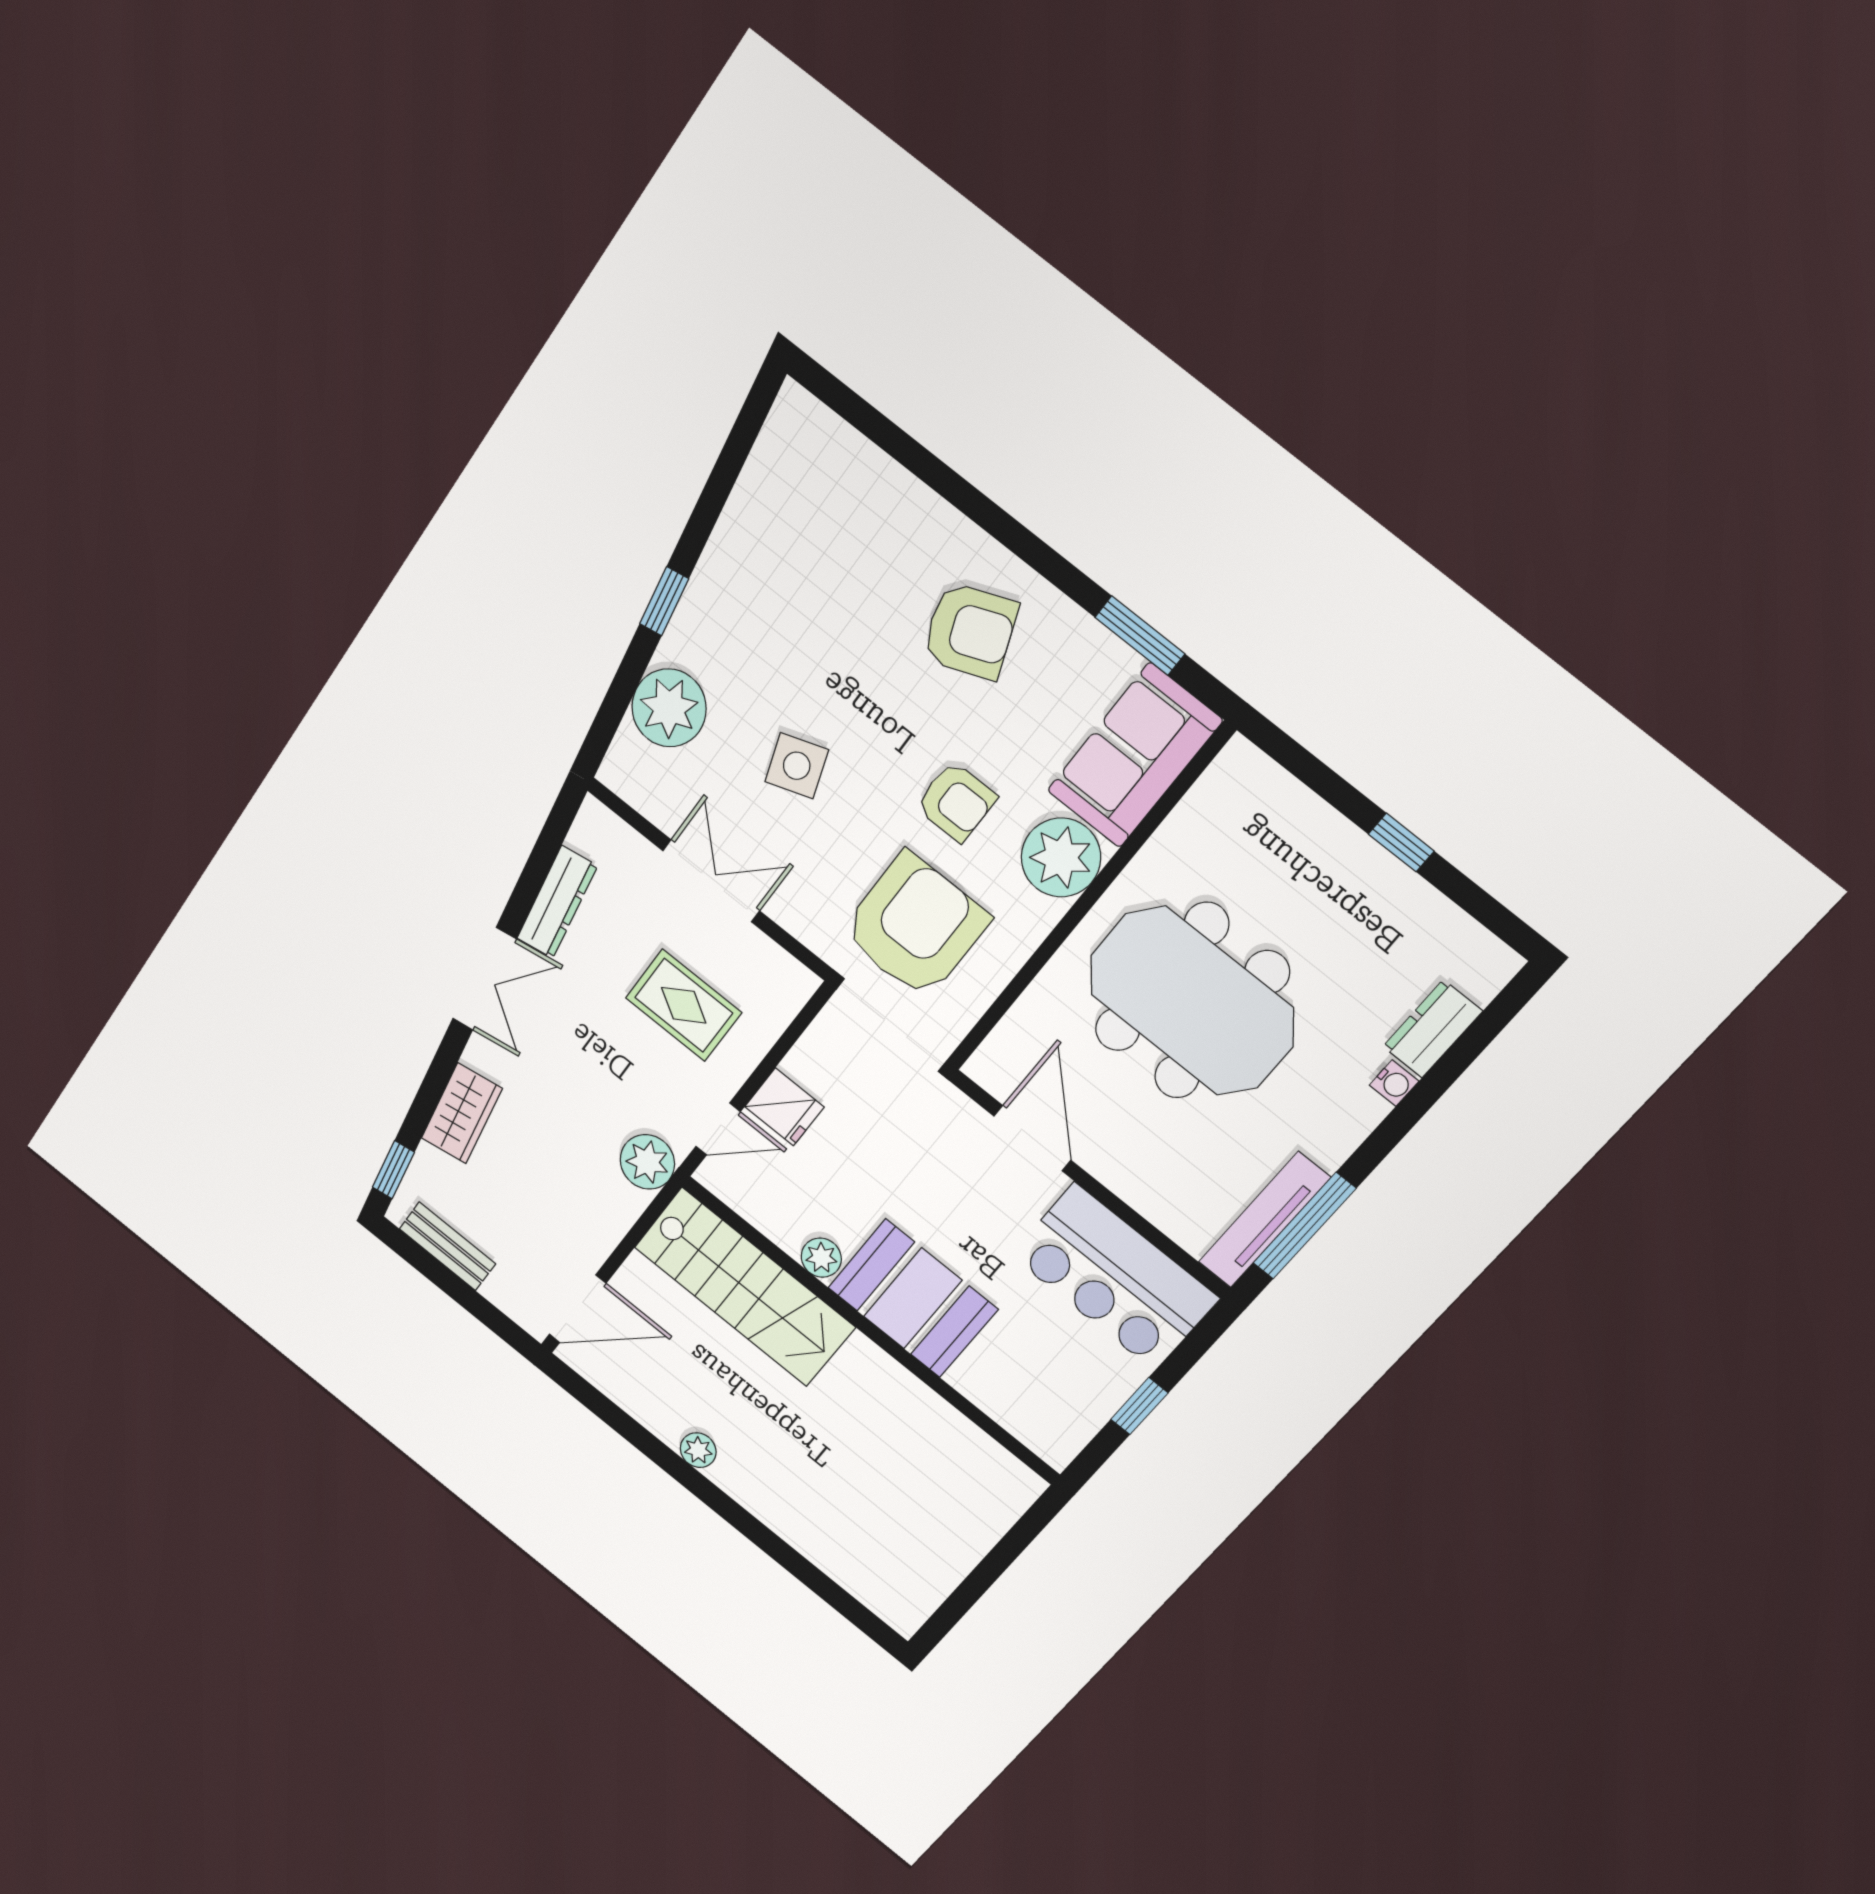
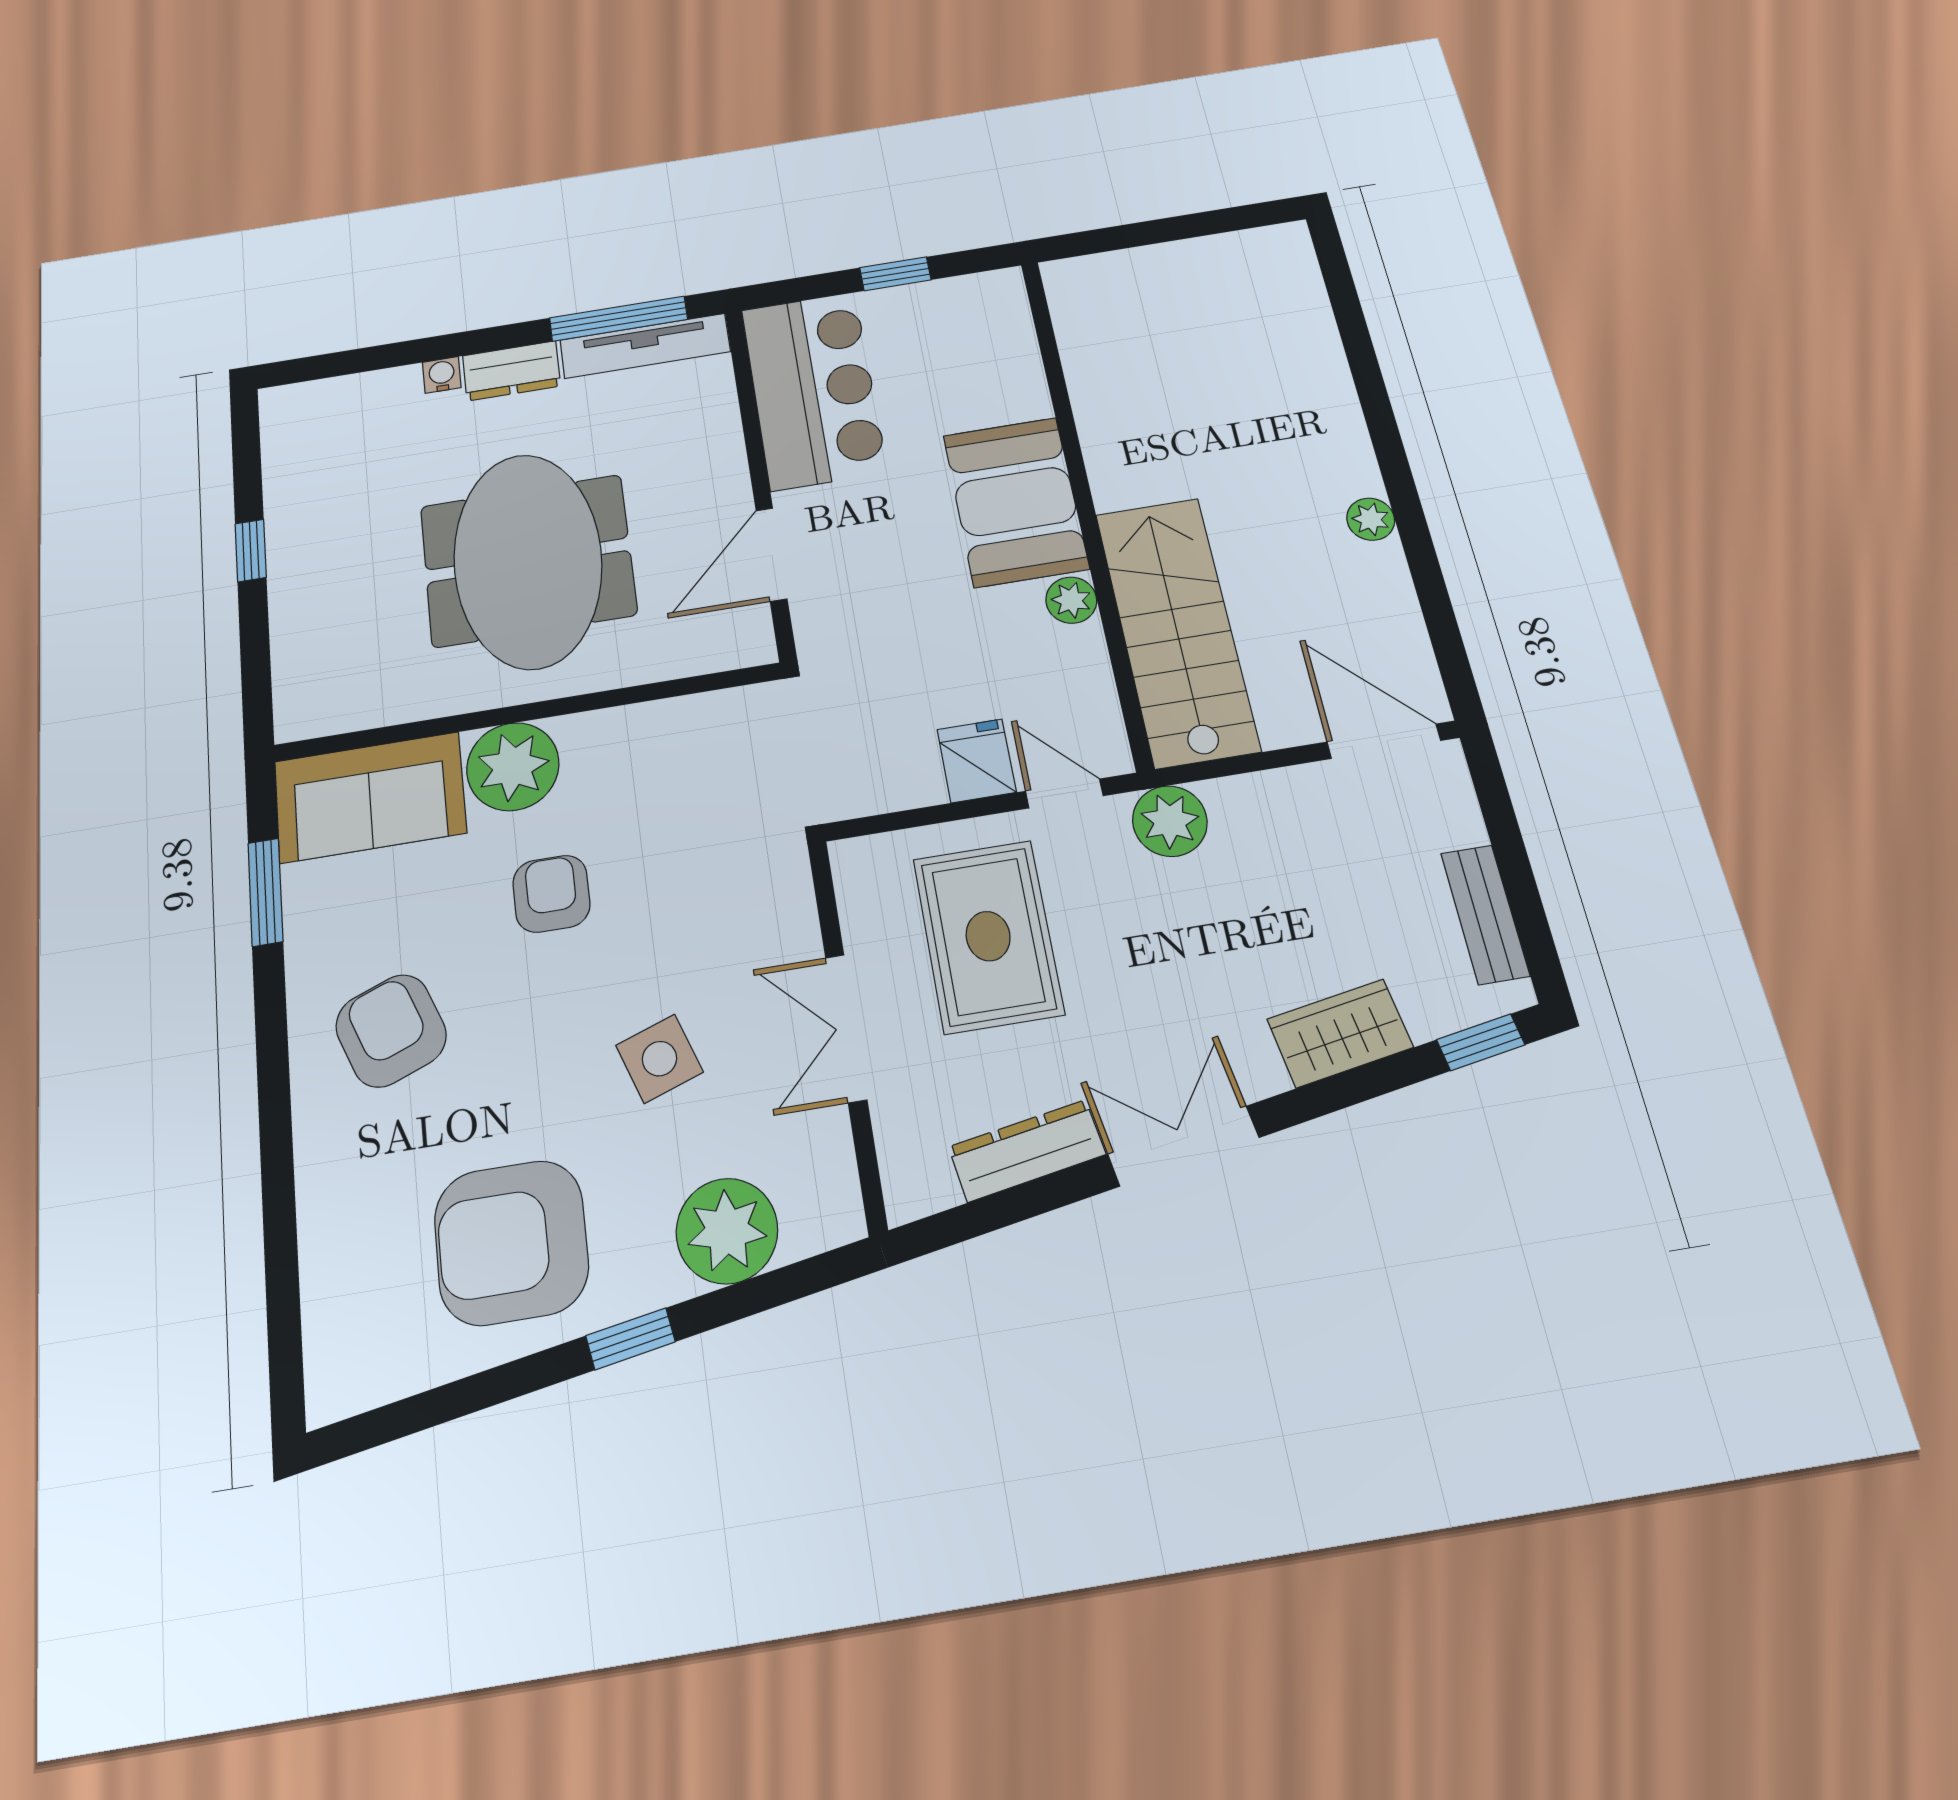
armchair: (915, 926) -> (511, 1242), moved
rug: (684, 1005) -> (988, 936), width x1.36, depth x1.43
dresser: (1432, 1029) -> (512, 371), moved

